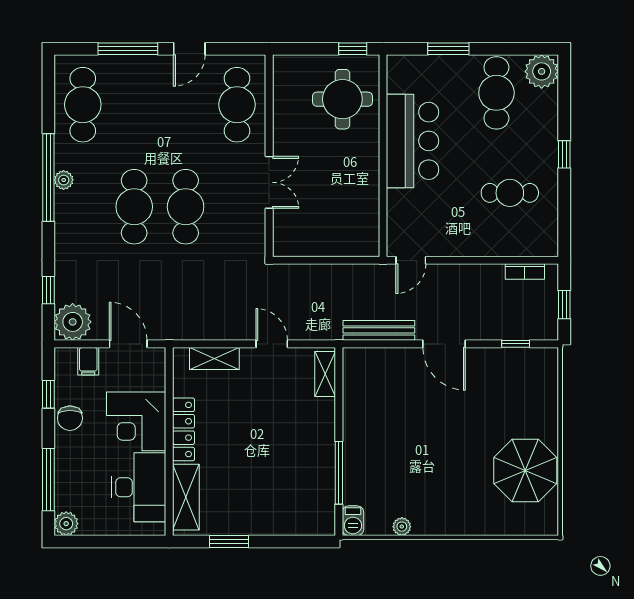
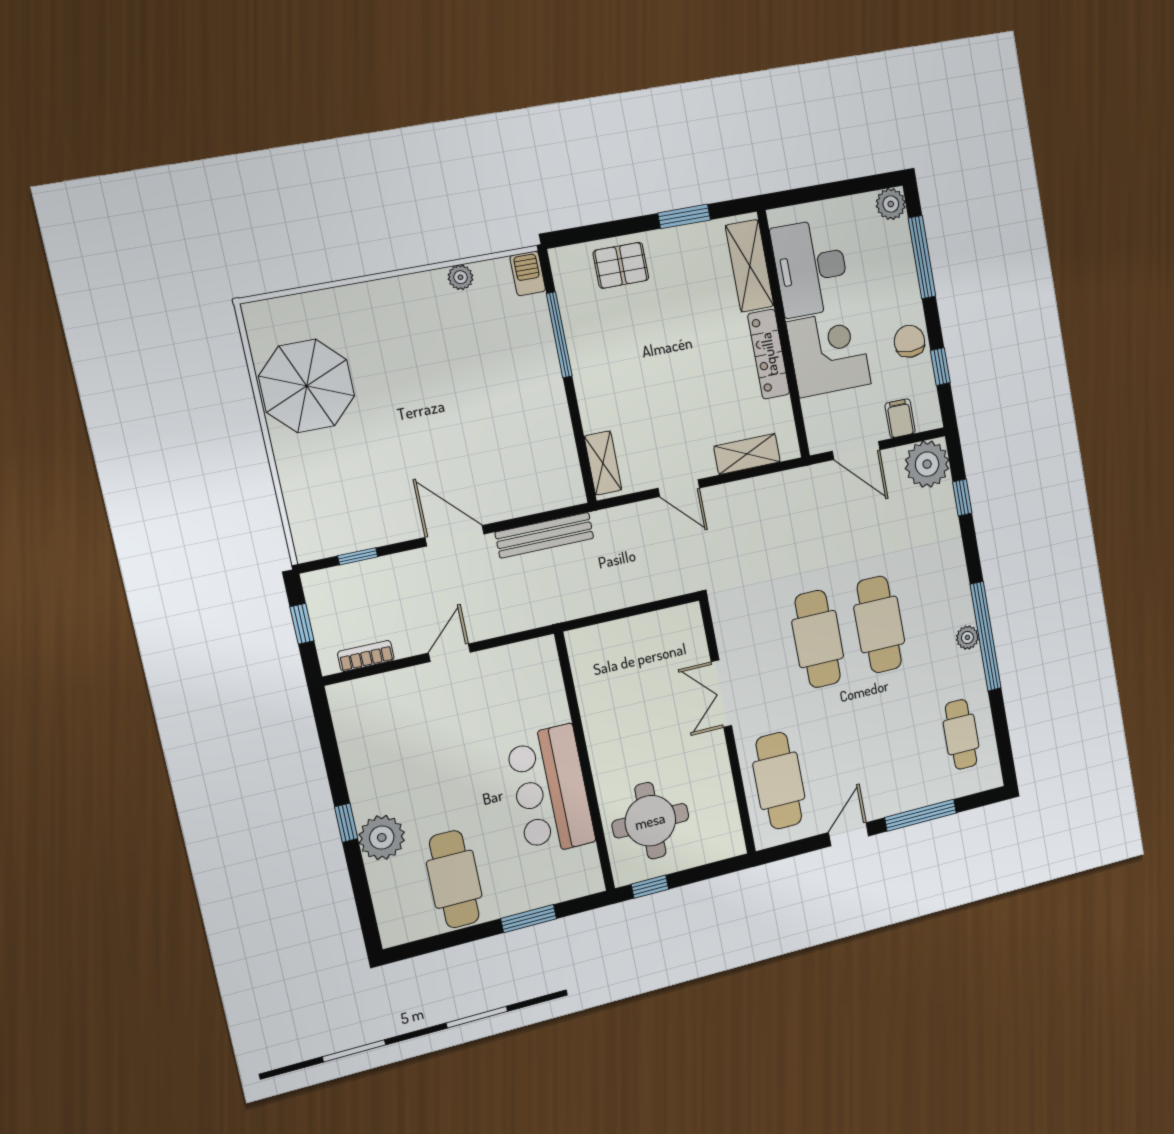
plant: (542, 71) -> (382, 838), moved
cafe table: (83, 105) -> (961, 734), width x0.73, depth x0.74
cafe table: (510, 193) -> (409, 755), removed
door: (411, 260) -> (449, 653), moved
pallet: (283, 514) -> (621, 265), added

